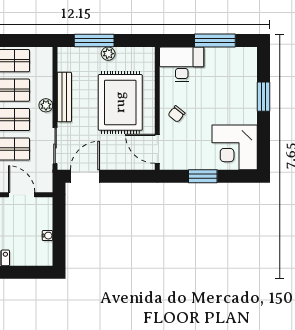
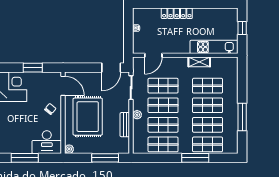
plant: (108, 54) -> (69, 149), moved
bench: (64, 97) -> (125, 125), width x0.73
door: (22, 195) -> (153, 55), hinge flipped

